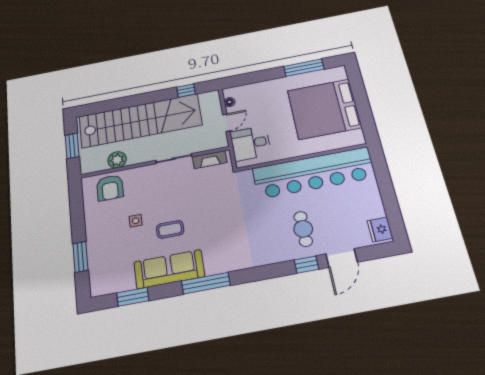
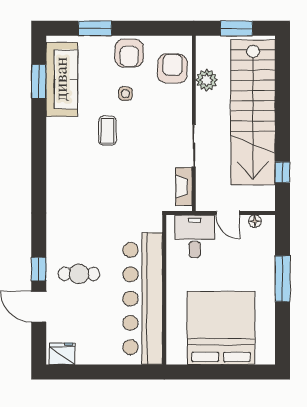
window: (304, 68) -> (283, 279), moved
armchair: (110, 188) -> (172, 68), turned 92
armchair: (100, 224) -> (129, 53), added
sofa: (169, 269) -> (62, 79), moved
window: (206, 283) -> (39, 161), removed

